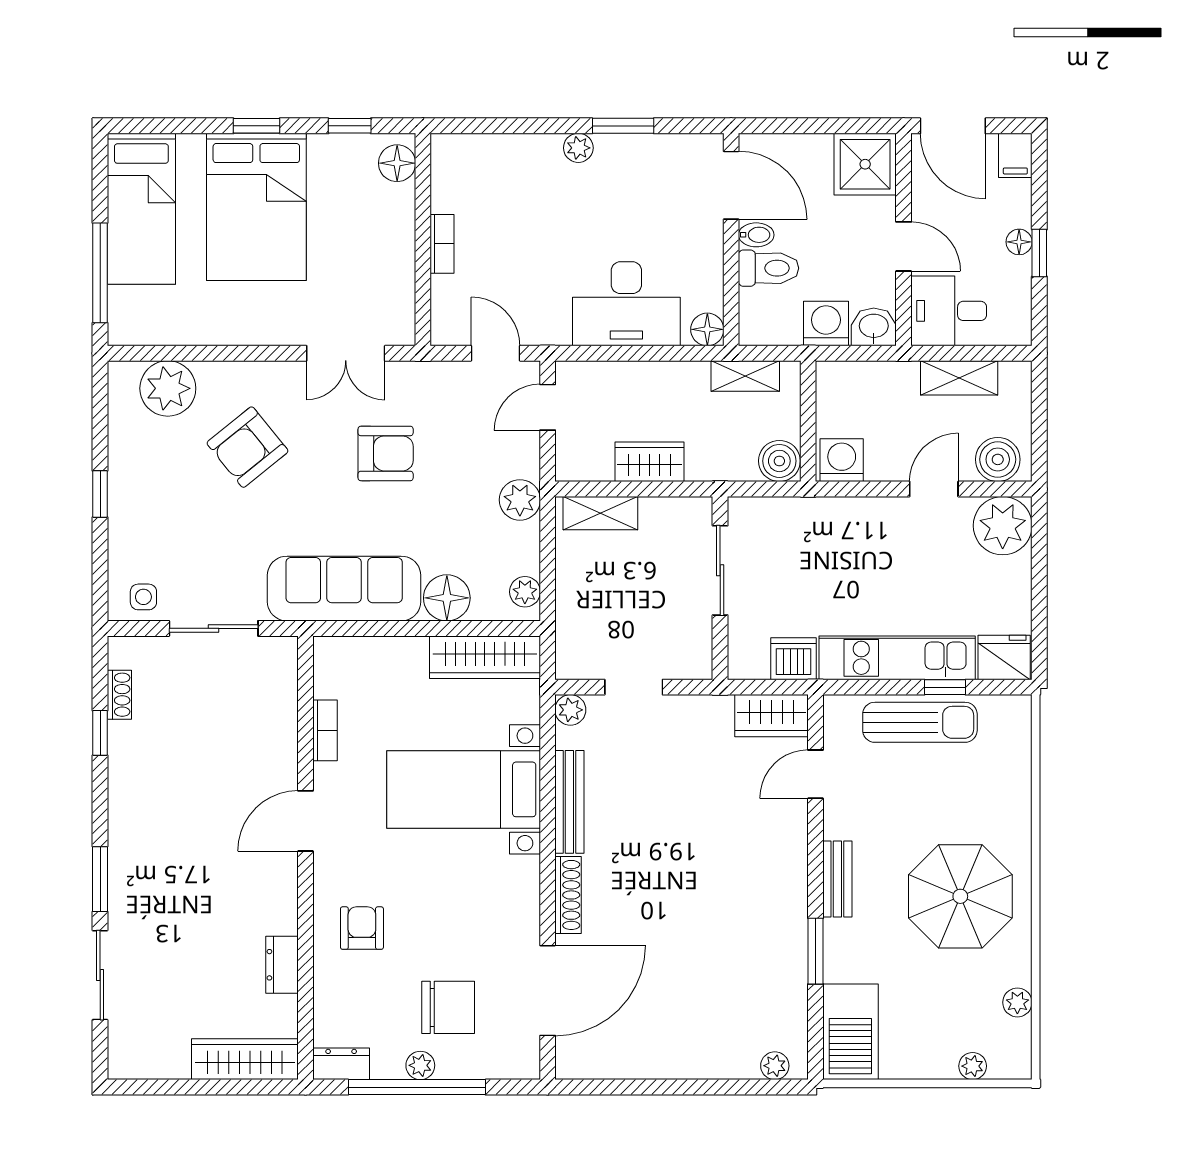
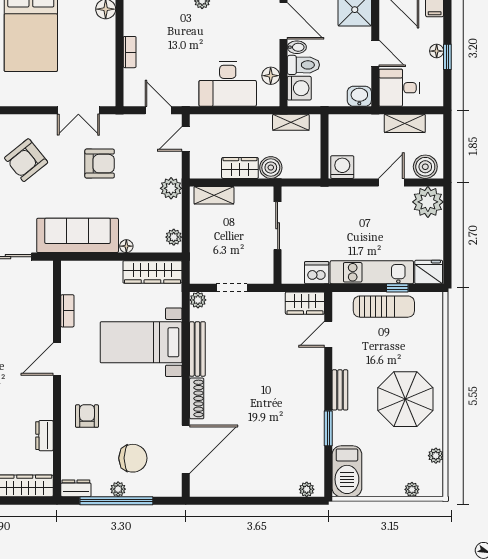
washing machine: (826, 324) -> (299, 88), moved, turned 90
floor lamp: (707, 329) -> (271, 76), moved
boiler: (779, 461) -> (271, 168), moved
floor lamp: (447, 598) -> (126, 246), width x0.53, depth x0.53

